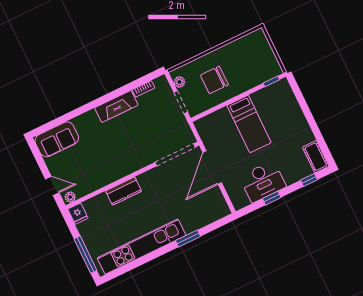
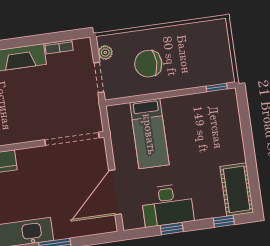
bed: (249, 124) -> (149, 134), moved
cot: (316, 157) -> (237, 189), width x1.37, depth x1.34
door: (212, 168) -> (115, 192), moved

